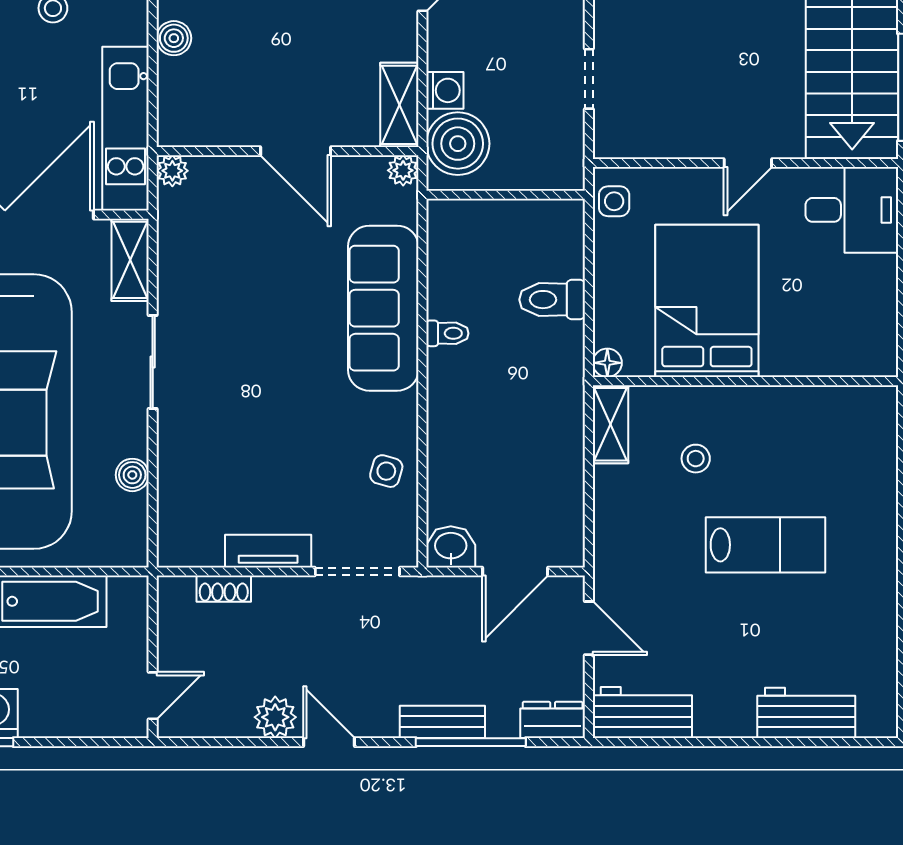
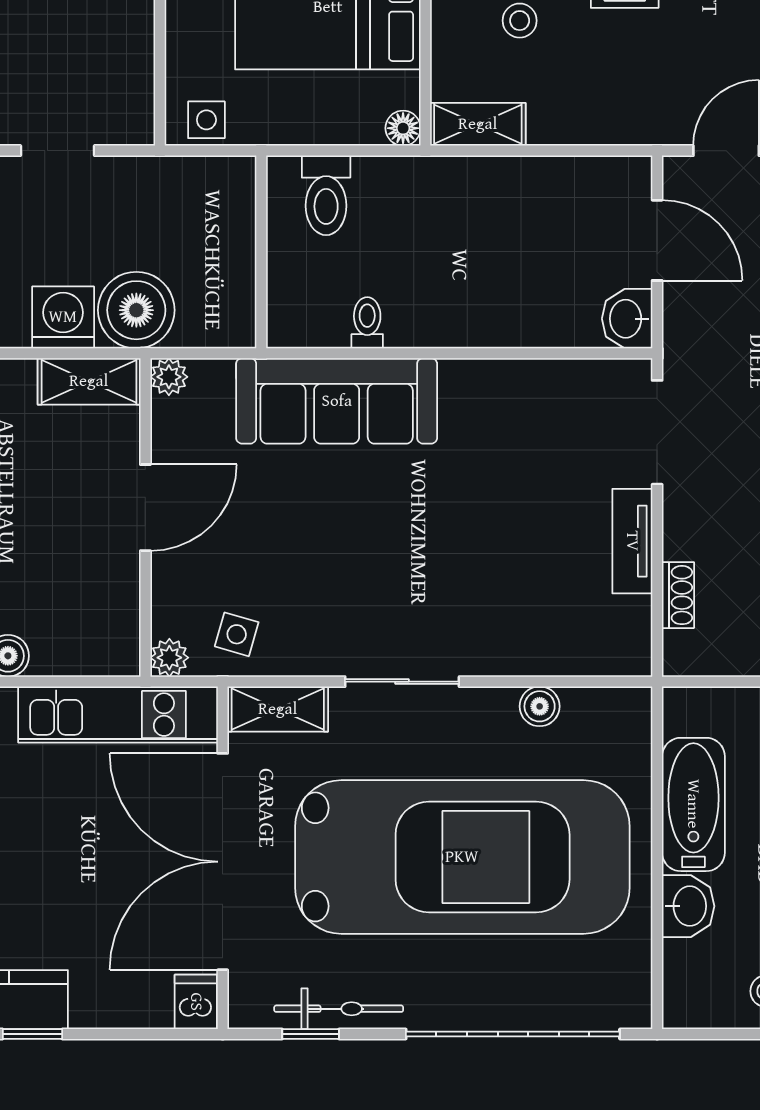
washing machine: (445, 90) -> (63, 317), width x1.38, depth x1.38
wall: (506, 195) -> (261, 252), moved
side table: (386, 471) -> (237, 634), moved

